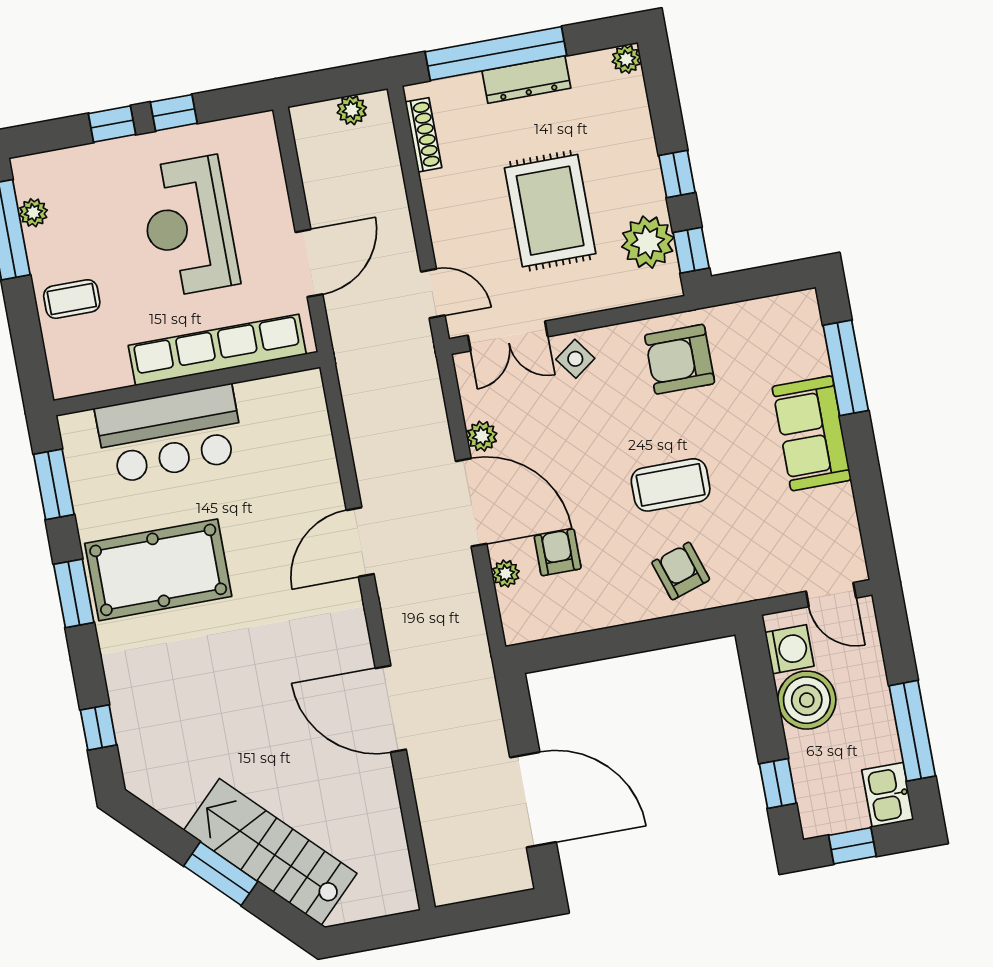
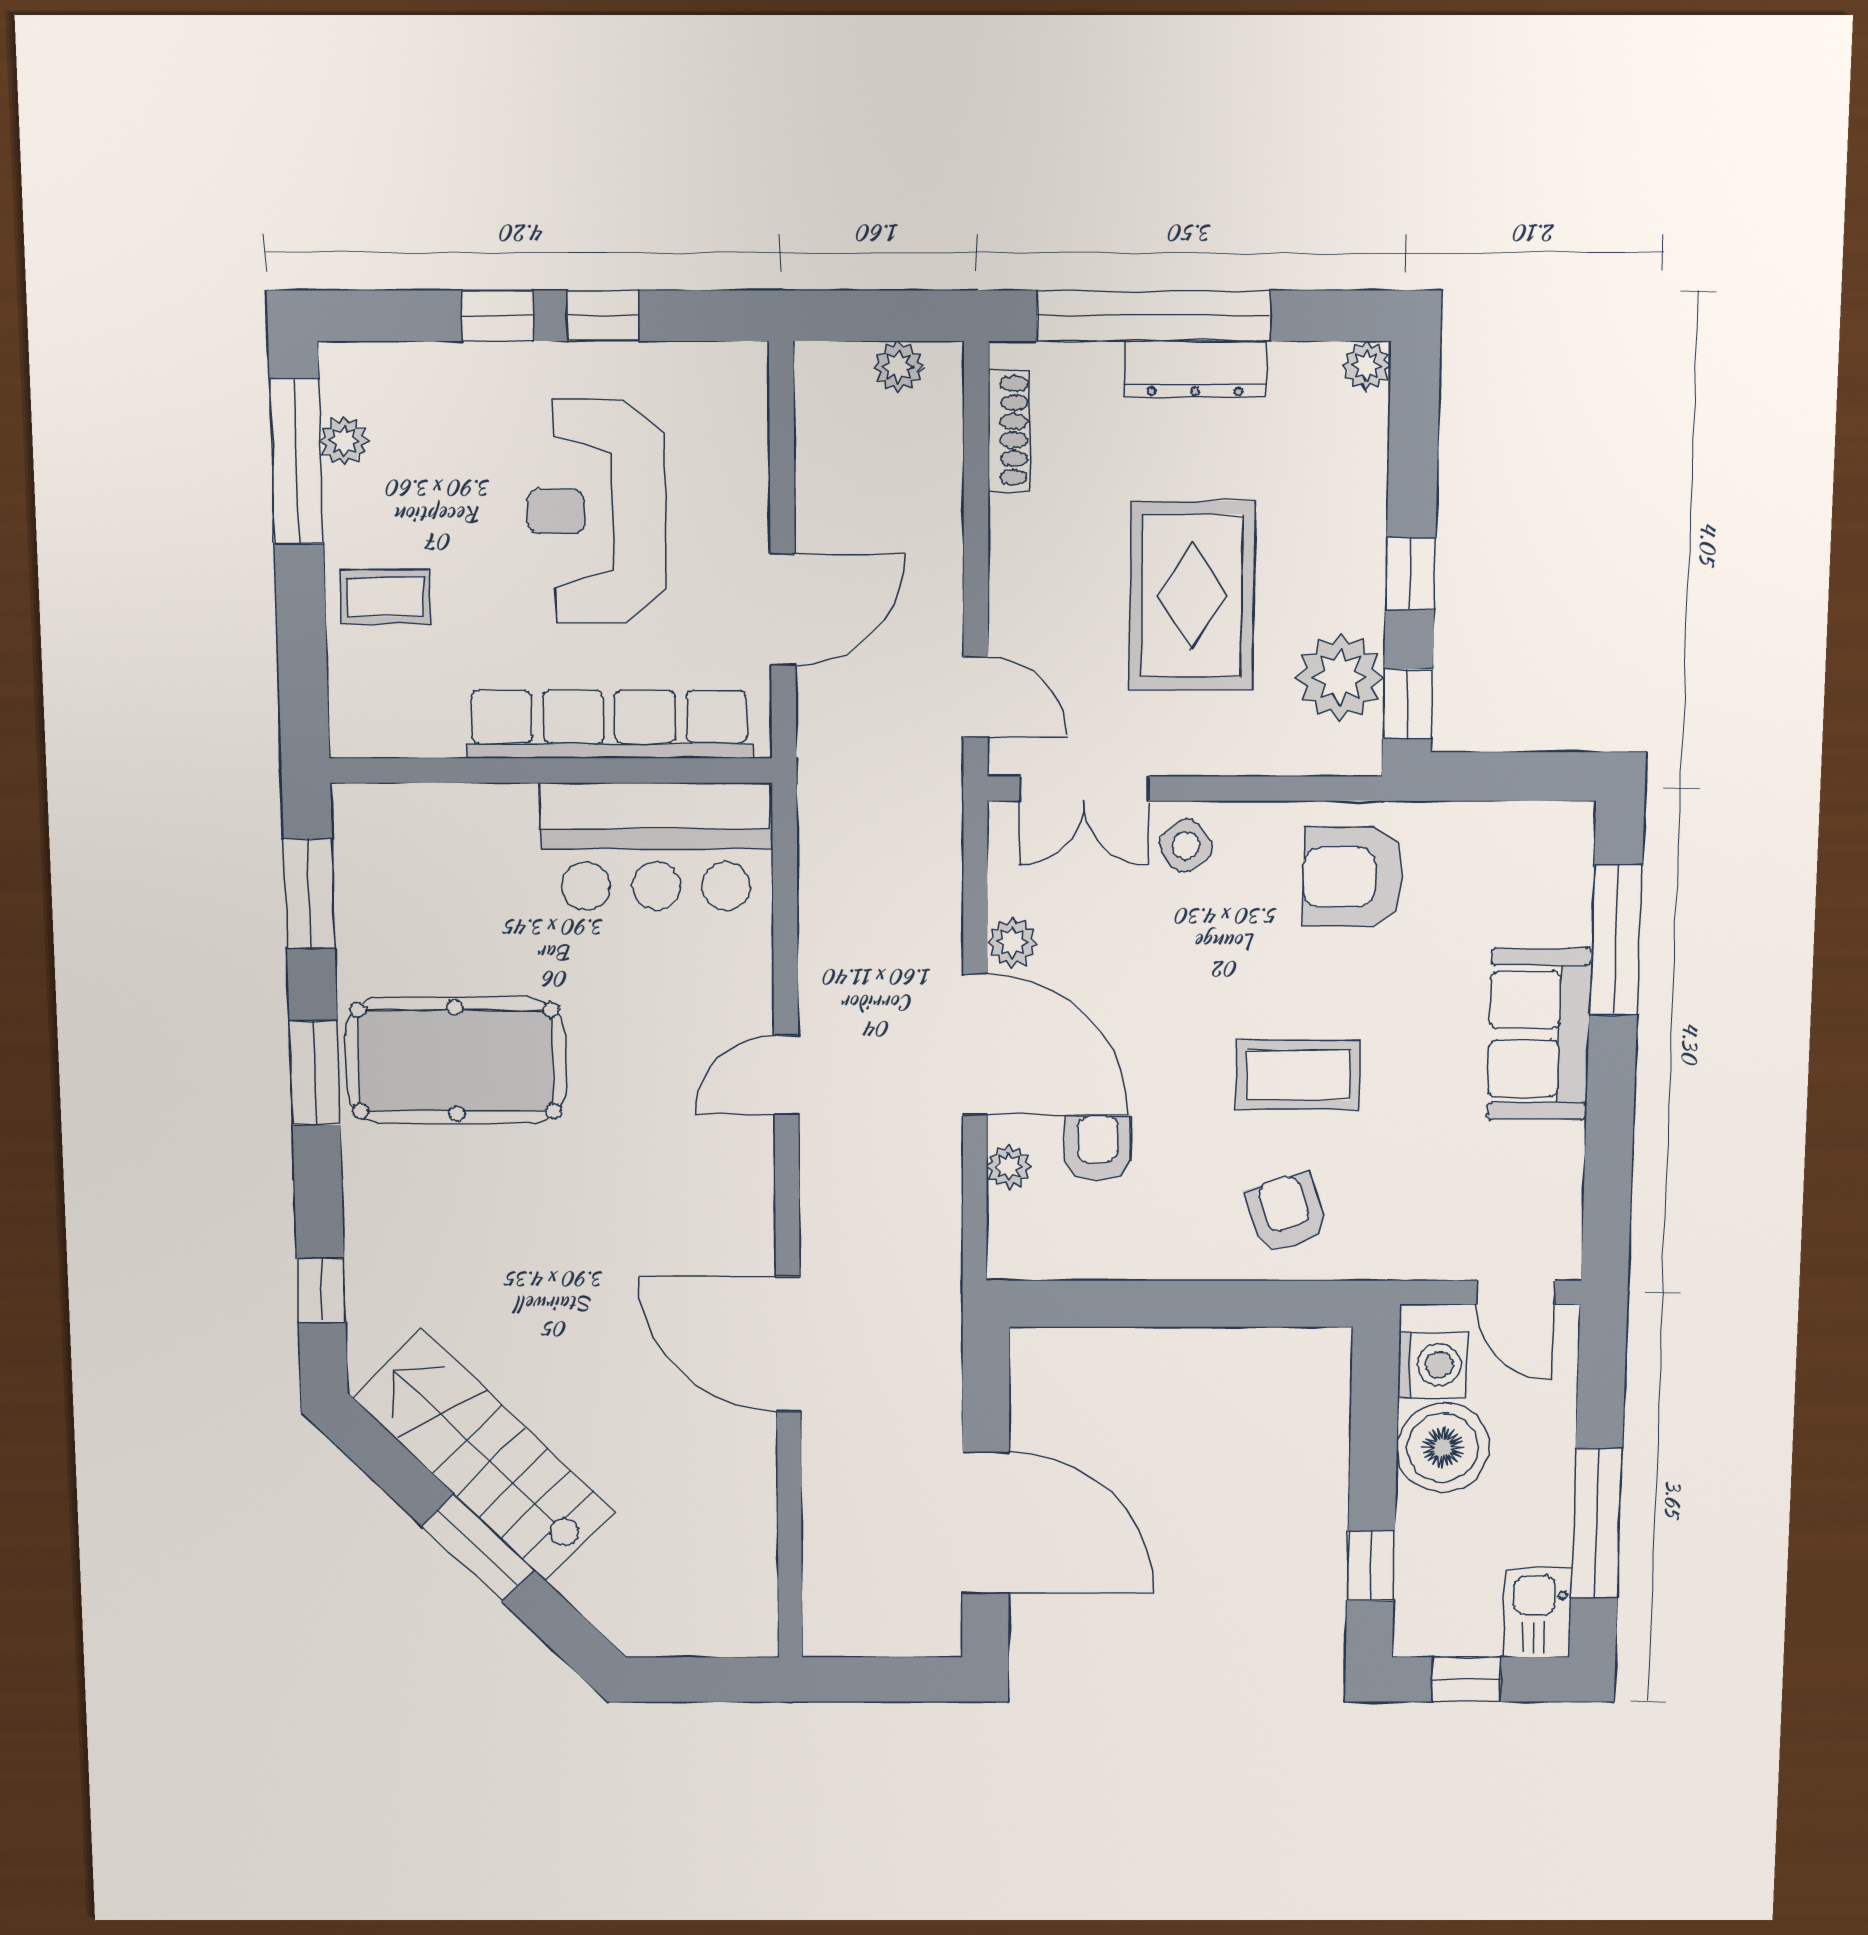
bar counter: (170, 434) -> (656, 847), moved
door: (360, 542) -> (786, 1075), width x0.73
stairs: (270, 852) -> (484, 1455), moved

